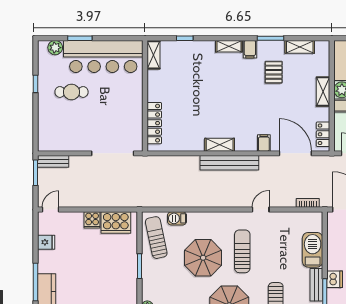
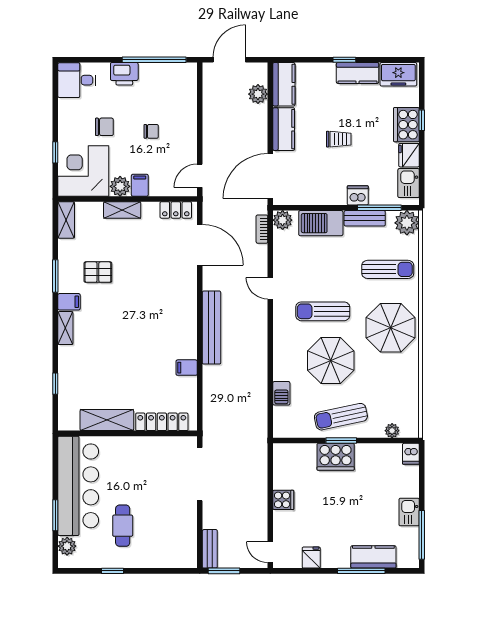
shelving: (300, 47) -> (66, 220), moved
shelving: (154, 55) -> (107, 420), moved, width x1.50, depth x1.33
filing cabinet: (264, 143) -> (187, 368), moved
shelving: (220, 145) -> (189, 340), removed
door: (295, 153) -> (200, 245), swing flipped
plant: (315, 219) -> (283, 220), added
cooker: (116, 223) -> (336, 457), moved, turned 90
sun lounger: (156, 238) -> (341, 417), moved

